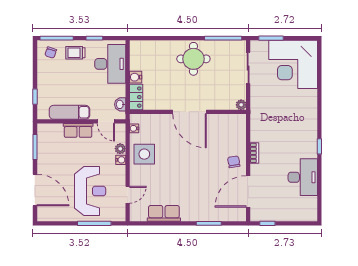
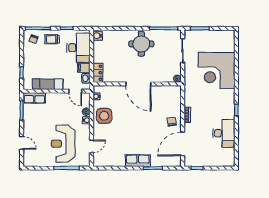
corner desk: (293, 64) -> (216, 71), moved
water cooler: (136, 77) -> (98, 36), moved
filing cabinet: (117, 91) -> (84, 68), added
row of seats: (78, 130) -> (34, 98), moved
door: (35, 190) -> (22, 143), width x0.53
reception desk: (90, 191) -> (63, 144), turned 180
row of seats: (164, 213) -> (138, 161), moved

